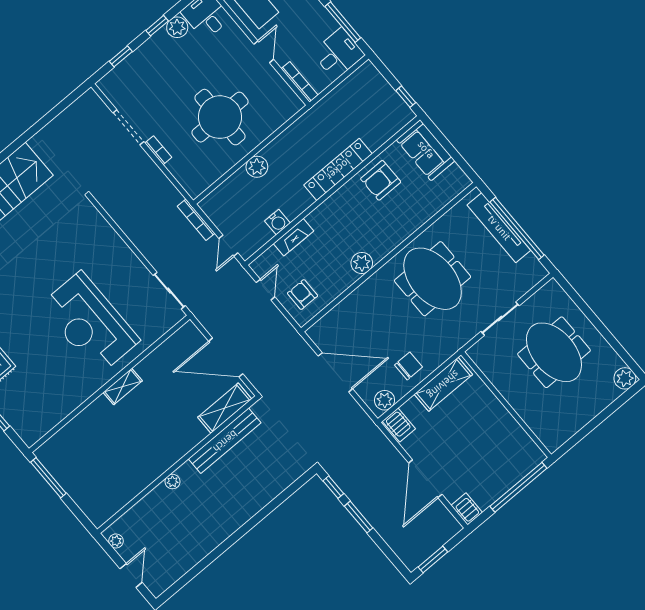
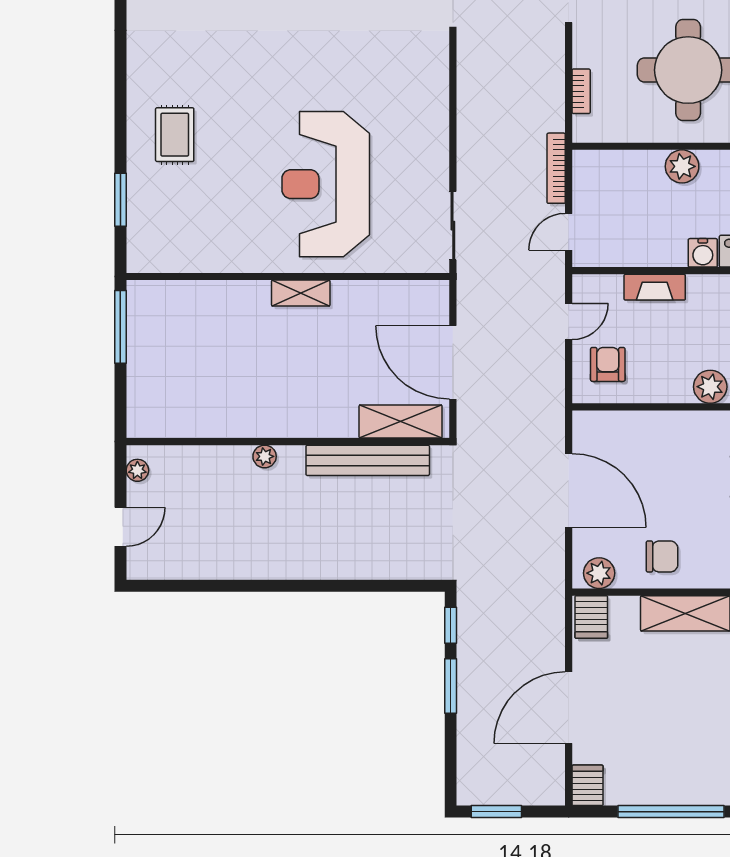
bookcase: (158, 150) -> (581, 91), moved
water cooler: (277, 222) -> (703, 253), moved

